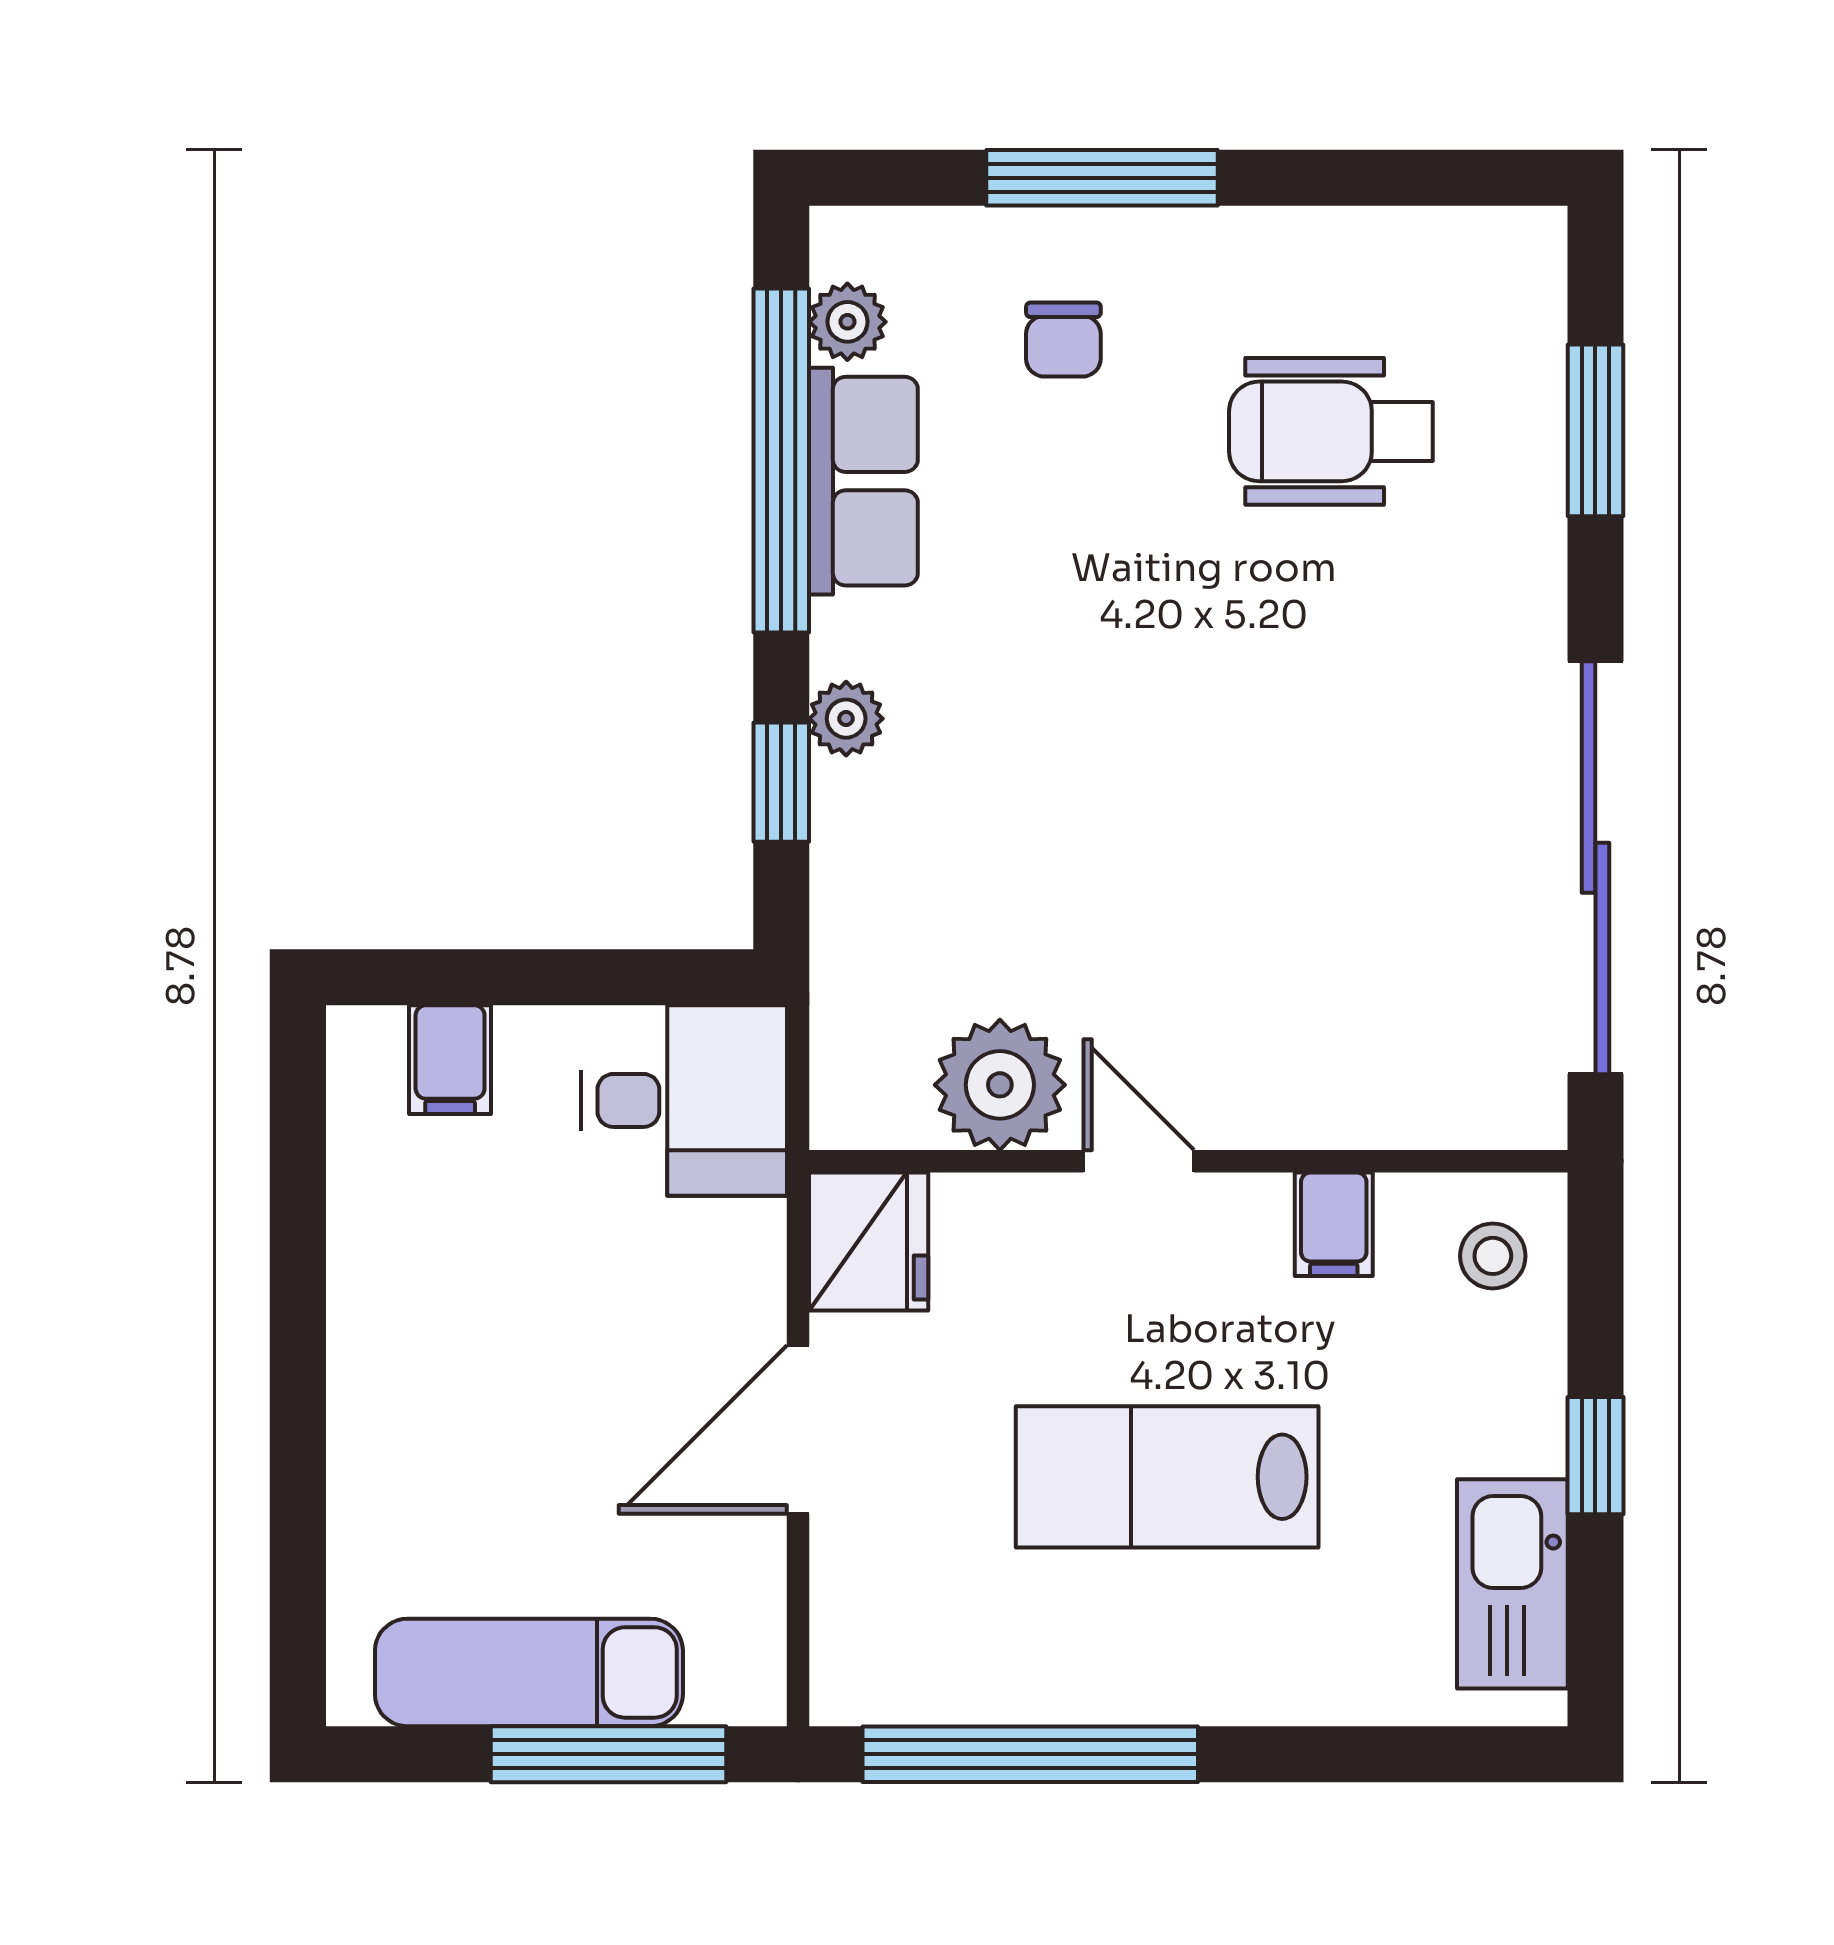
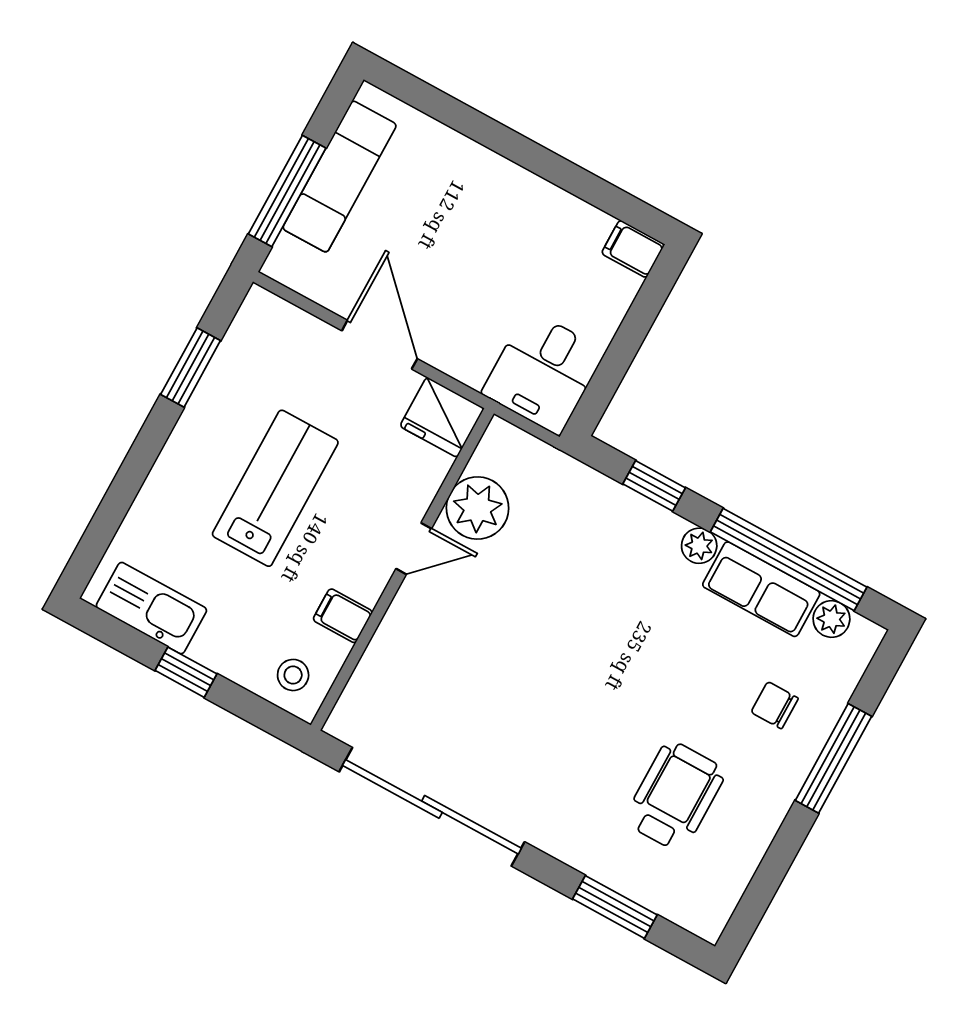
plant: (846, 719) -> (699, 546), moved
filing cabinet: (450, 1060) -> (633, 249), moved
window: (1030, 1754) -> (191, 367), width x0.47

